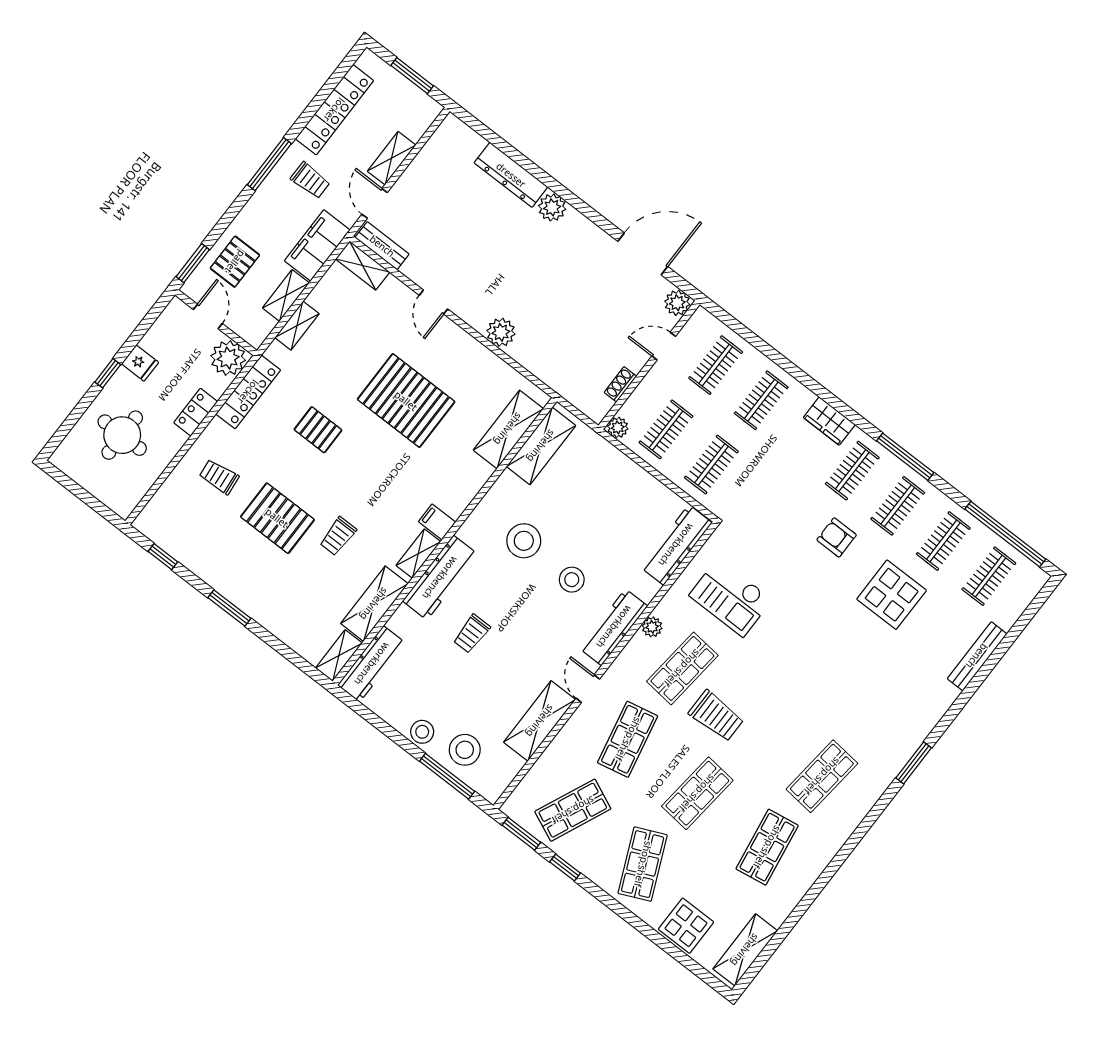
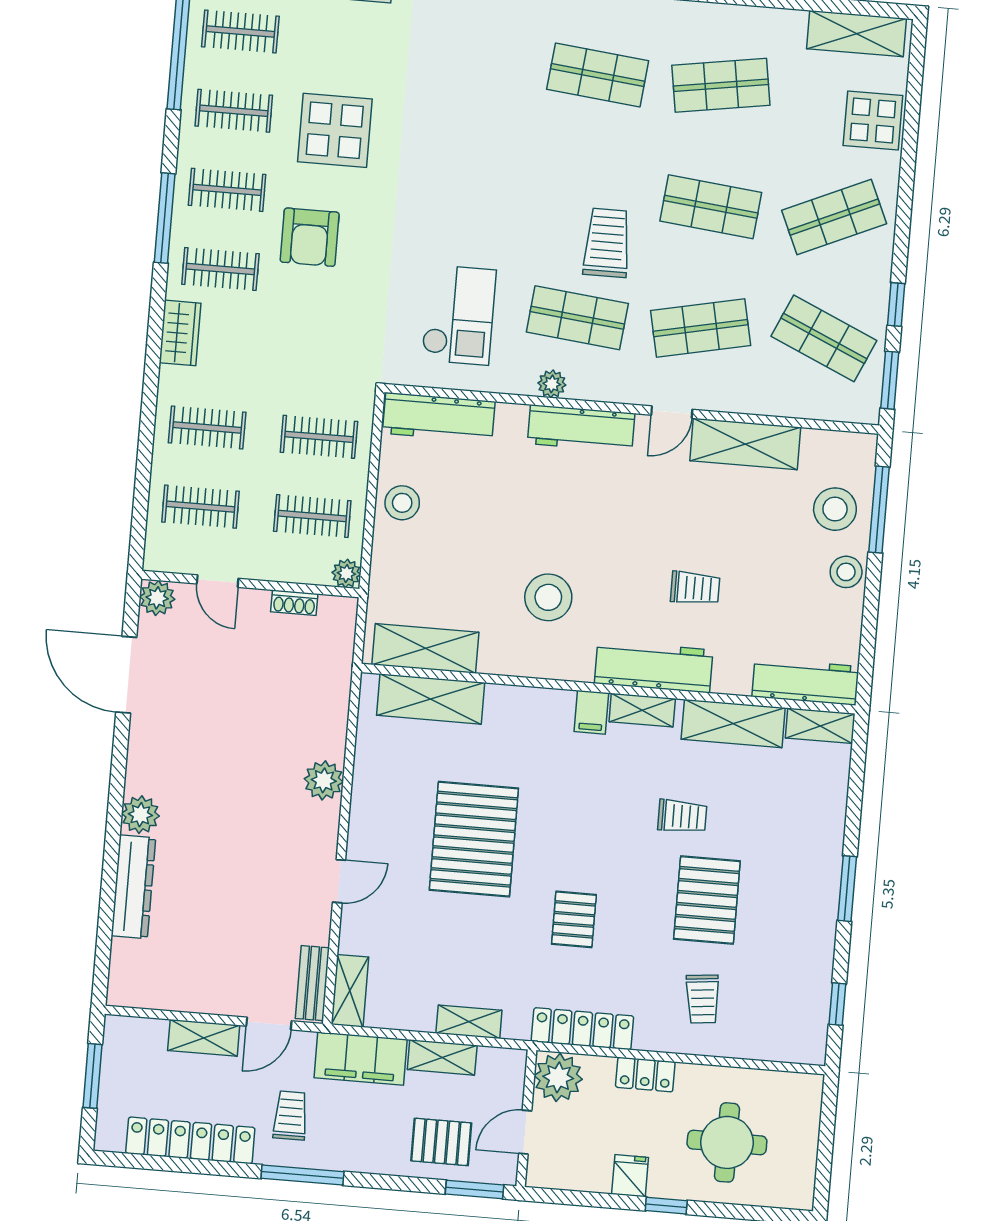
armchair: (837, 537) -> (310, 237), width x1.38, depth x1.38
stool: (572, 580) -> (402, 503), moved

